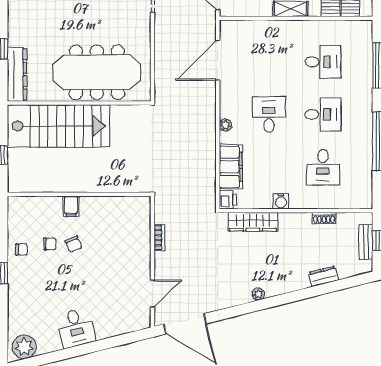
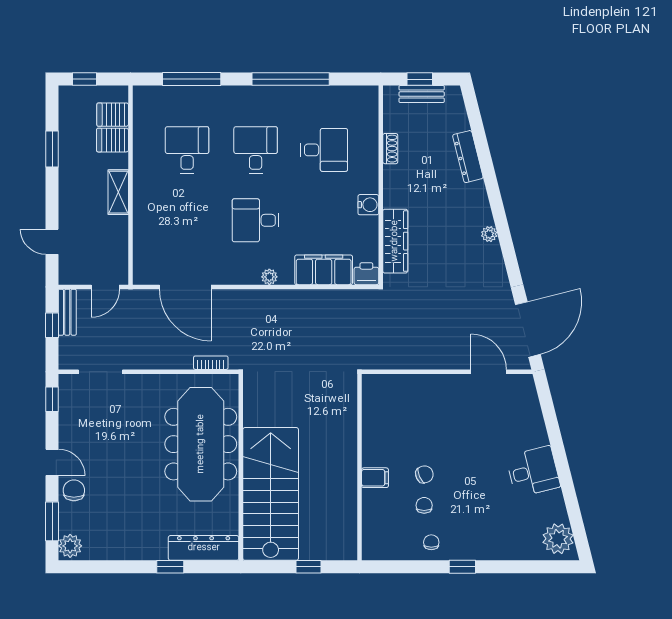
bookcase: (159, 238) -> (211, 363), moved
dresser: (324, 276) -> (468, 157), width x1.44

